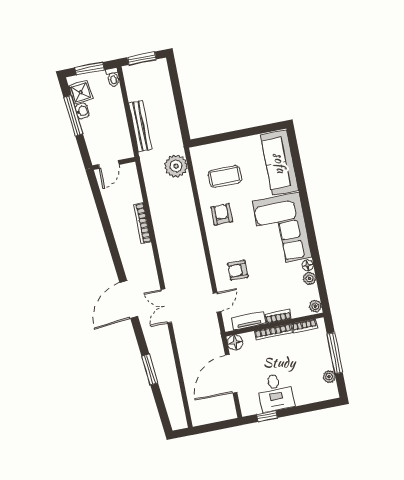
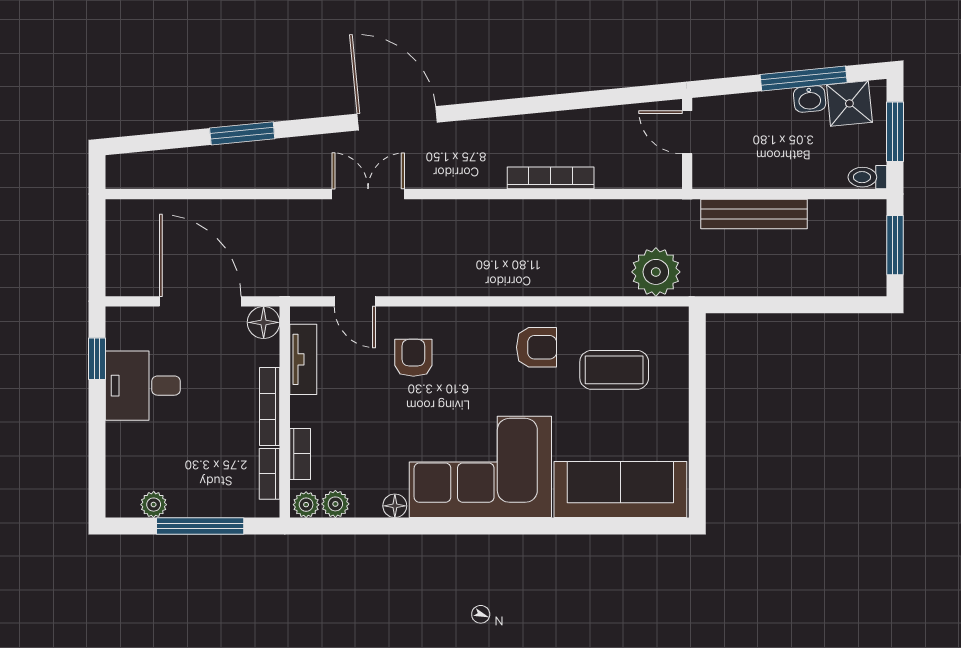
coffee table: (225, 176) -> (614, 370), turned 90
plant: (309, 278) -> (335, 504), moved
bookcase: (278, 317) -> (300, 454), moved

